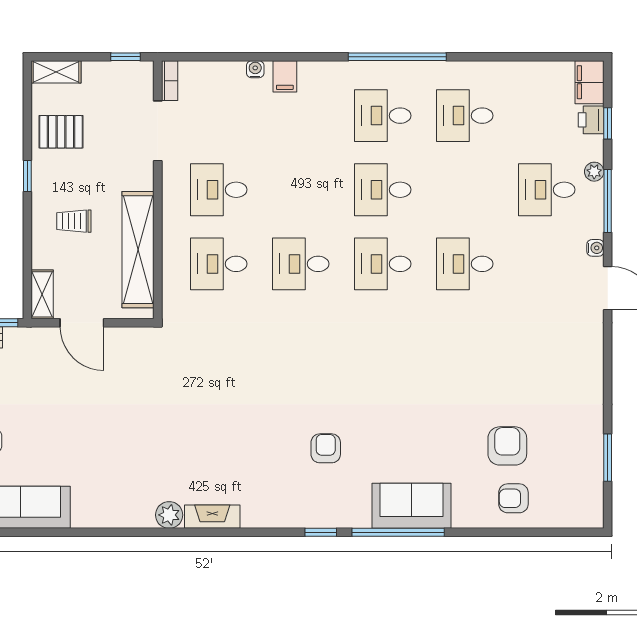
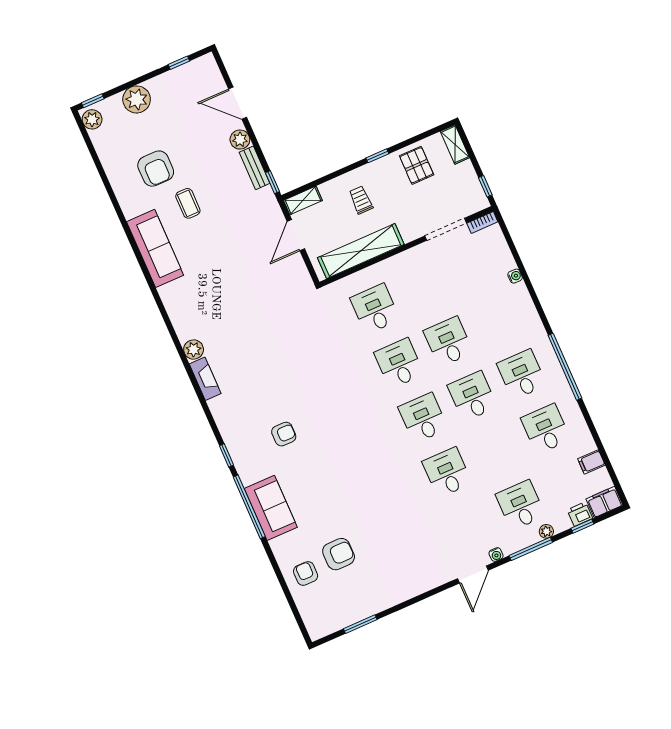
filing cabinet: (285, 76) -> (591, 462), moved
desk: (219, 190) -> (448, 342), moved

